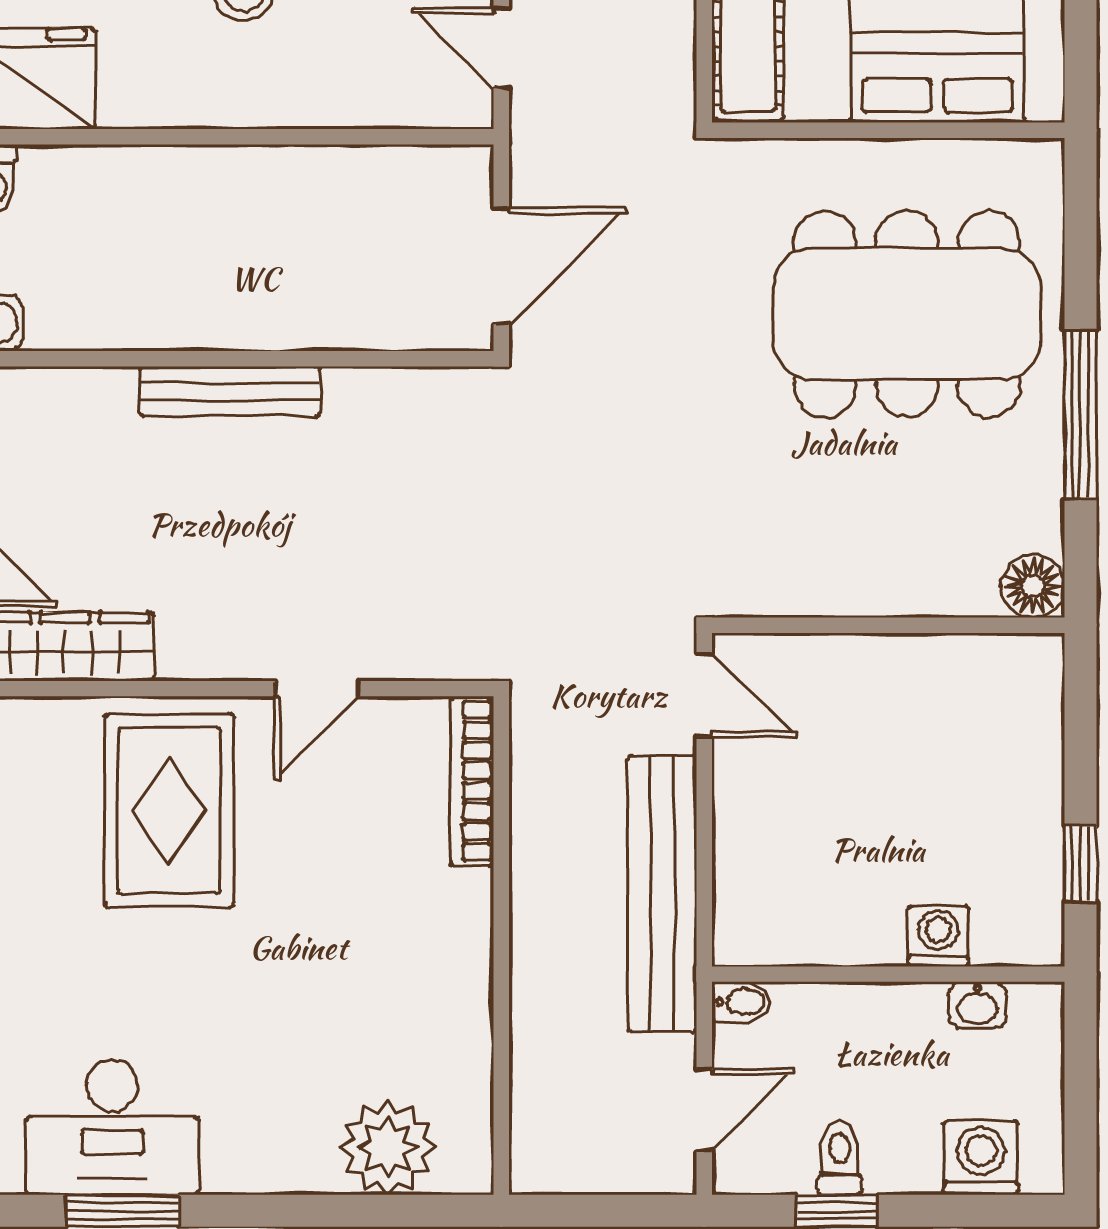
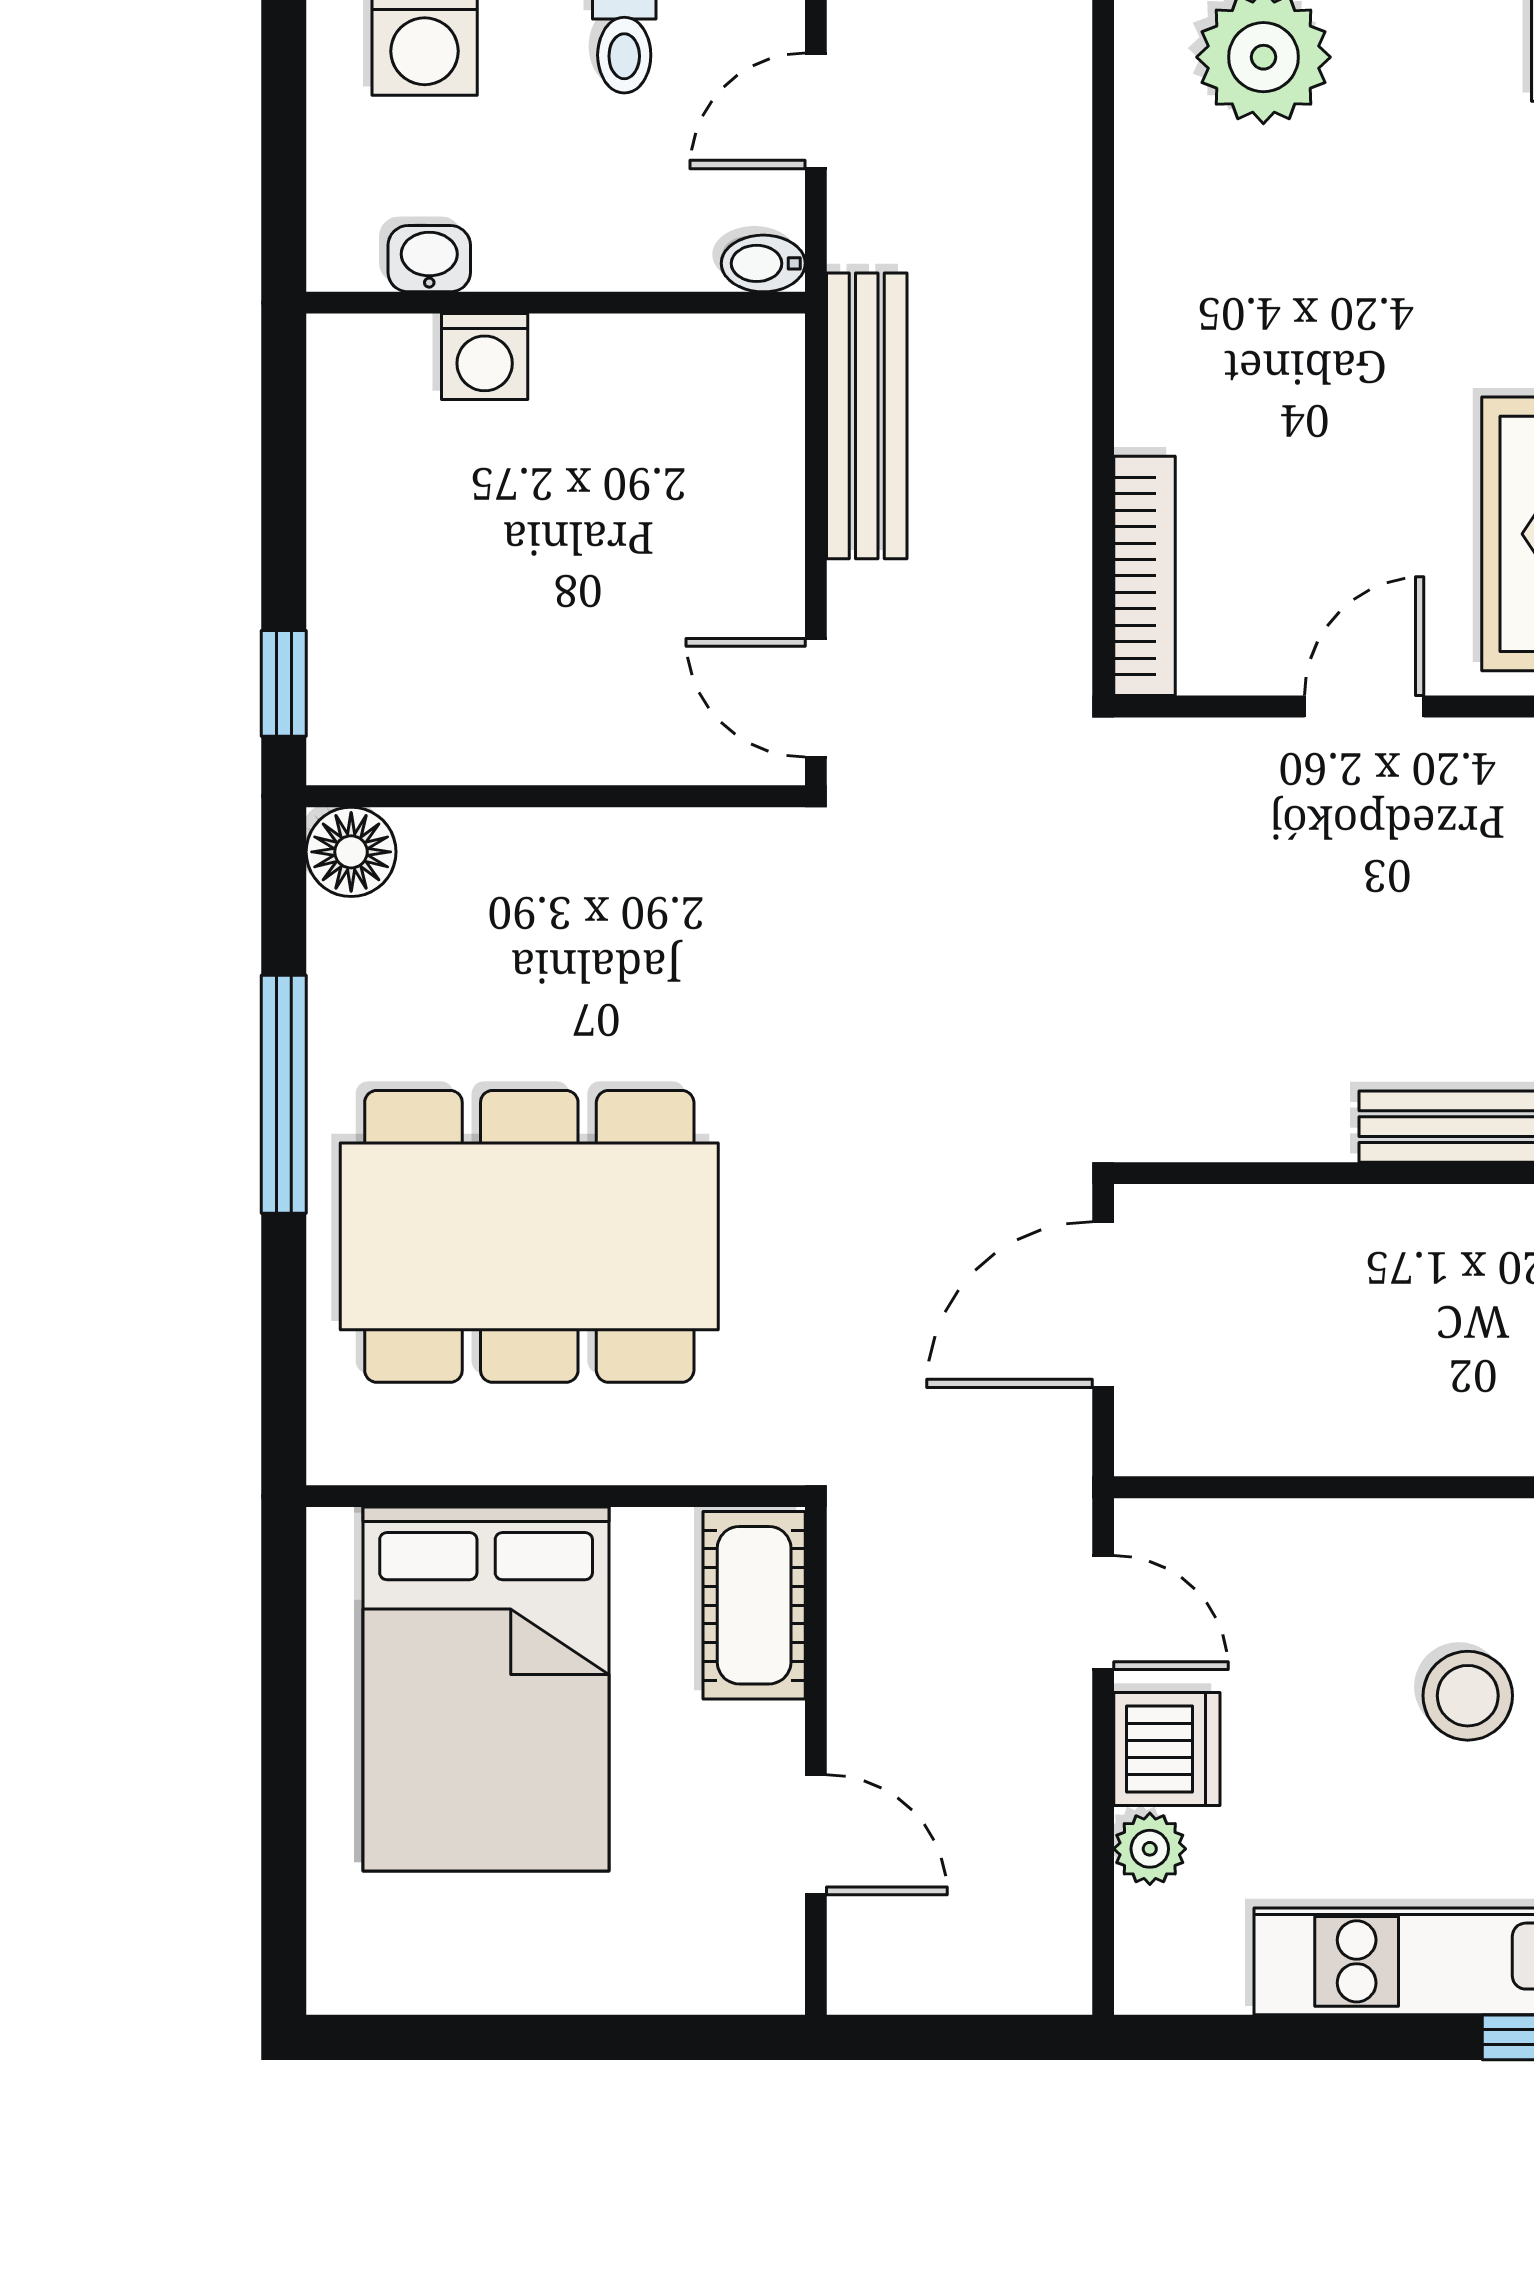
window: (1080, 864) -> (284, 683), moved
bench: (662, 894) -> (867, 416), width x0.73, depth x0.82

